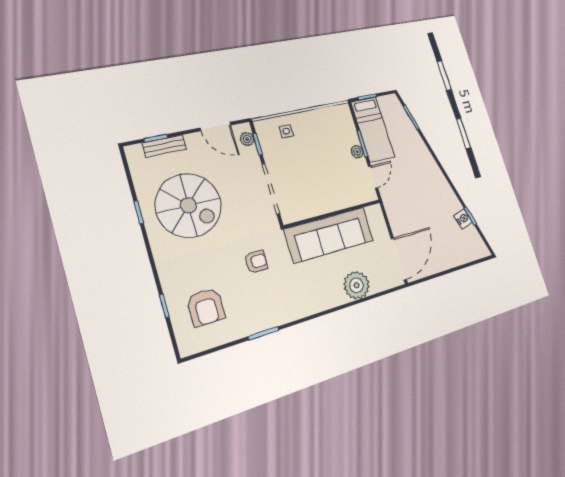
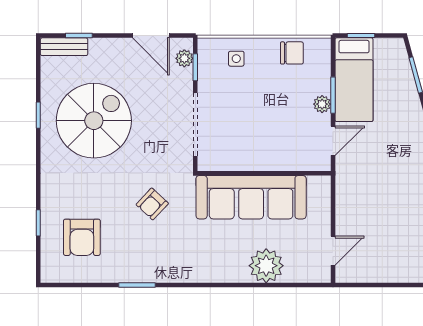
chair: (325, 119) -> (292, 53), added
bench: (164, 146) -> (64, 47), moved
spiral stairs: (188, 205) -> (94, 121), turned -90
door: (399, 259) -> (333, 251), width x0.53
armchair: (256, 262) -> (152, 204), turned 133

